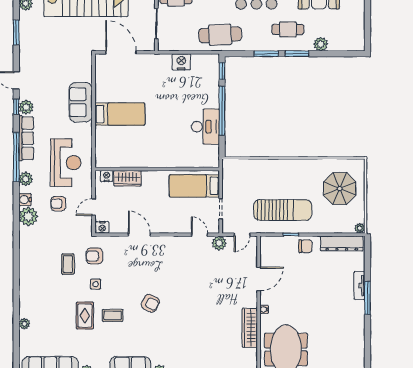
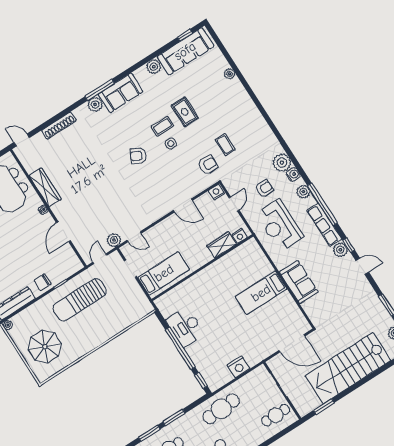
side table: (96, 284) -> (171, 144), moved

